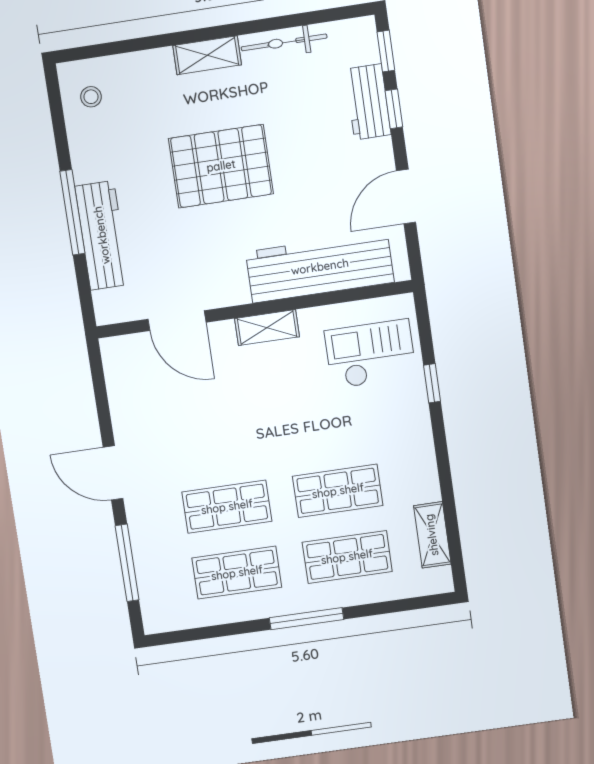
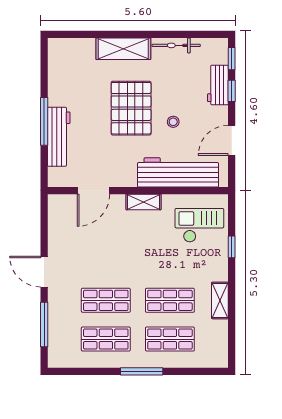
shelving: (207, 55) -> (123, 49), width x1.50, depth x1.33
stool: (91, 97) -> (173, 122), moved
pallet: (221, 166) -> (131, 108), turned 90
door: (177, 321) -> (93, 191), hinge flipped
shelving: (432, 535) -> (220, 300), moved

